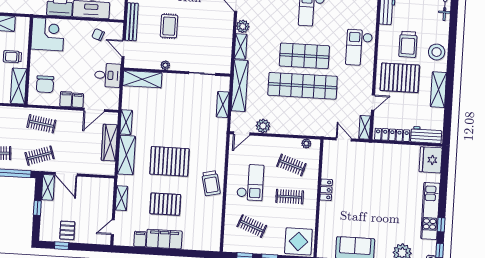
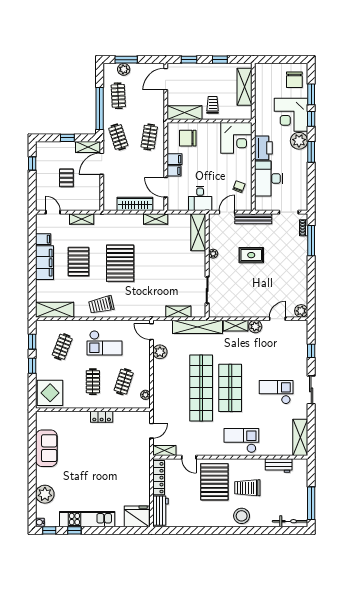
shelving: (438, 90) -> (205, 520), removed
shelving: (126, 155) -> (55, 310), moved
pallet: (67, 230) -> (66, 178), moved, turned 90

